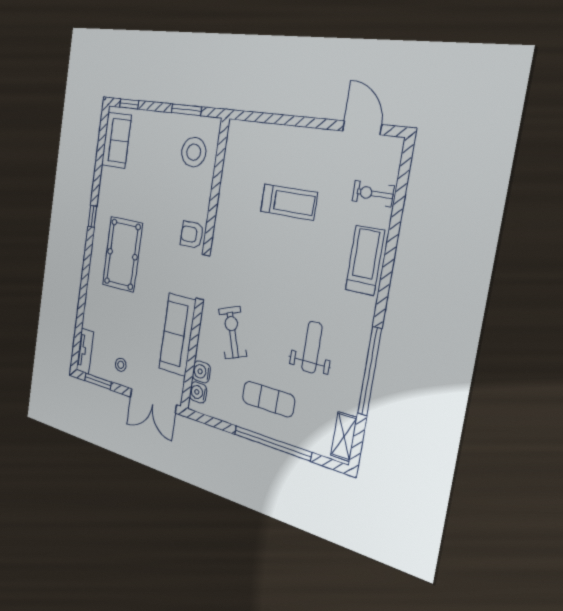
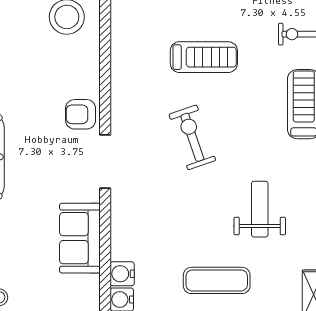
exercise bike: (232, 333) -> (192, 137), moved
sofa: (177, 335) -> (80, 238), width x0.73

